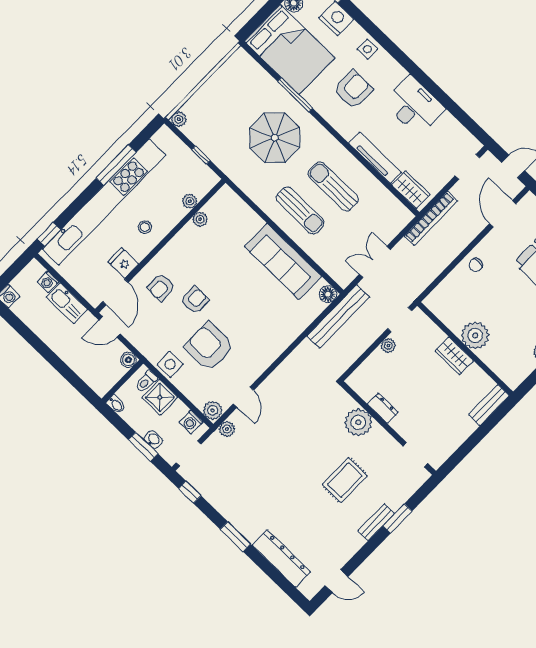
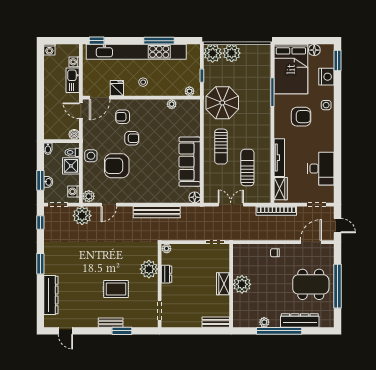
plant: (208, 98) -> (232, 53), added
desk: (414, 106) -> (321, 169), moved
plant: (179, 119) -> (213, 53), width x1.88, depth x1.88
parasol: (275, 138) -> (222, 103), moved
sun lounger: (333, 187) -> (247, 168), moved
plant: (190, 201) -> (189, 91), moved
bench: (338, 316) -> (157, 212), moved
plant: (388, 346) -> (167, 249), moved
armchair: (209, 347) -> (117, 166), turned -90
plant: (227, 429) -> (82, 216), width x1.88, depth x1.88

